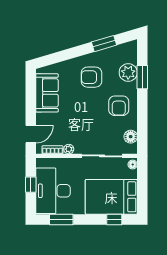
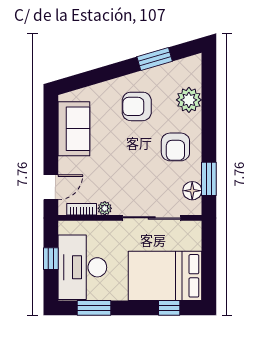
window: (142, 77) -> (209, 179), moved
floor lamp: (133, 164) -> (195, 230), removed

